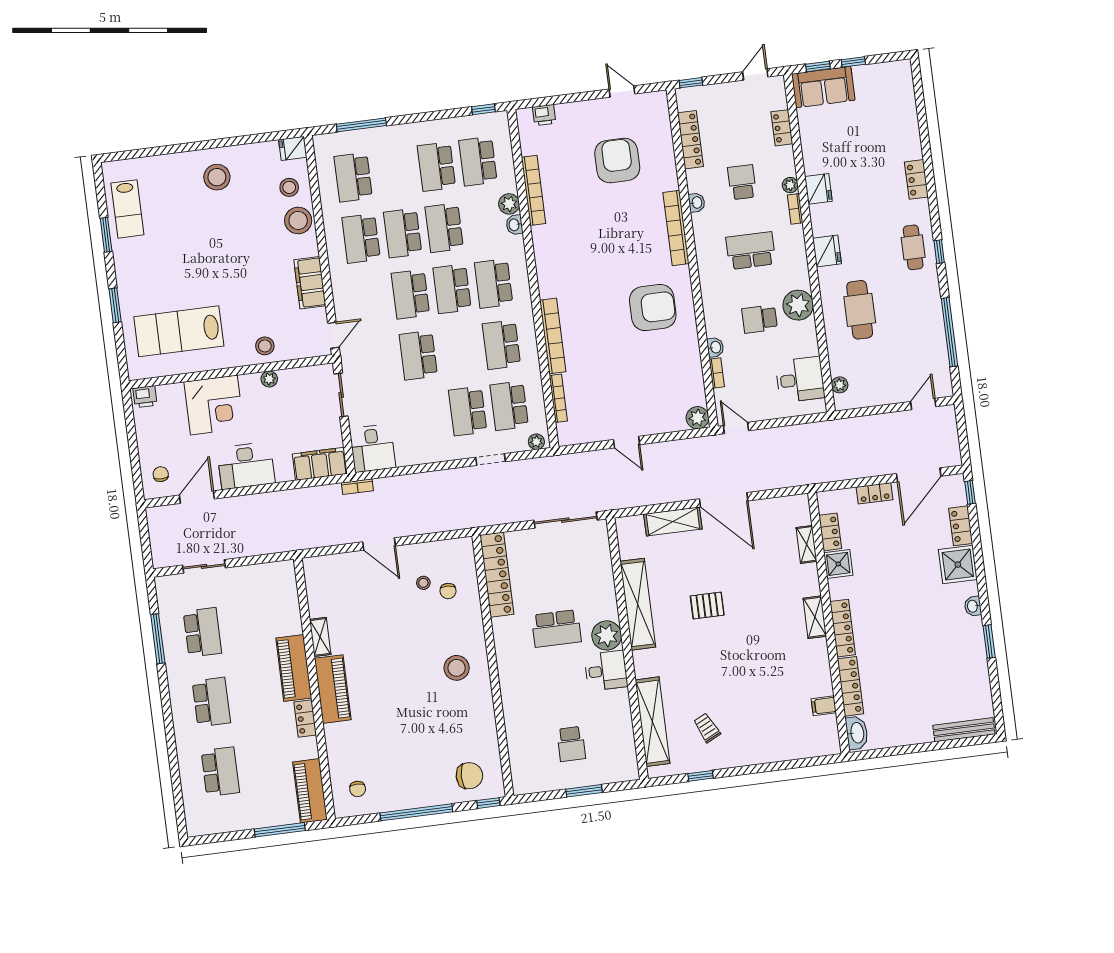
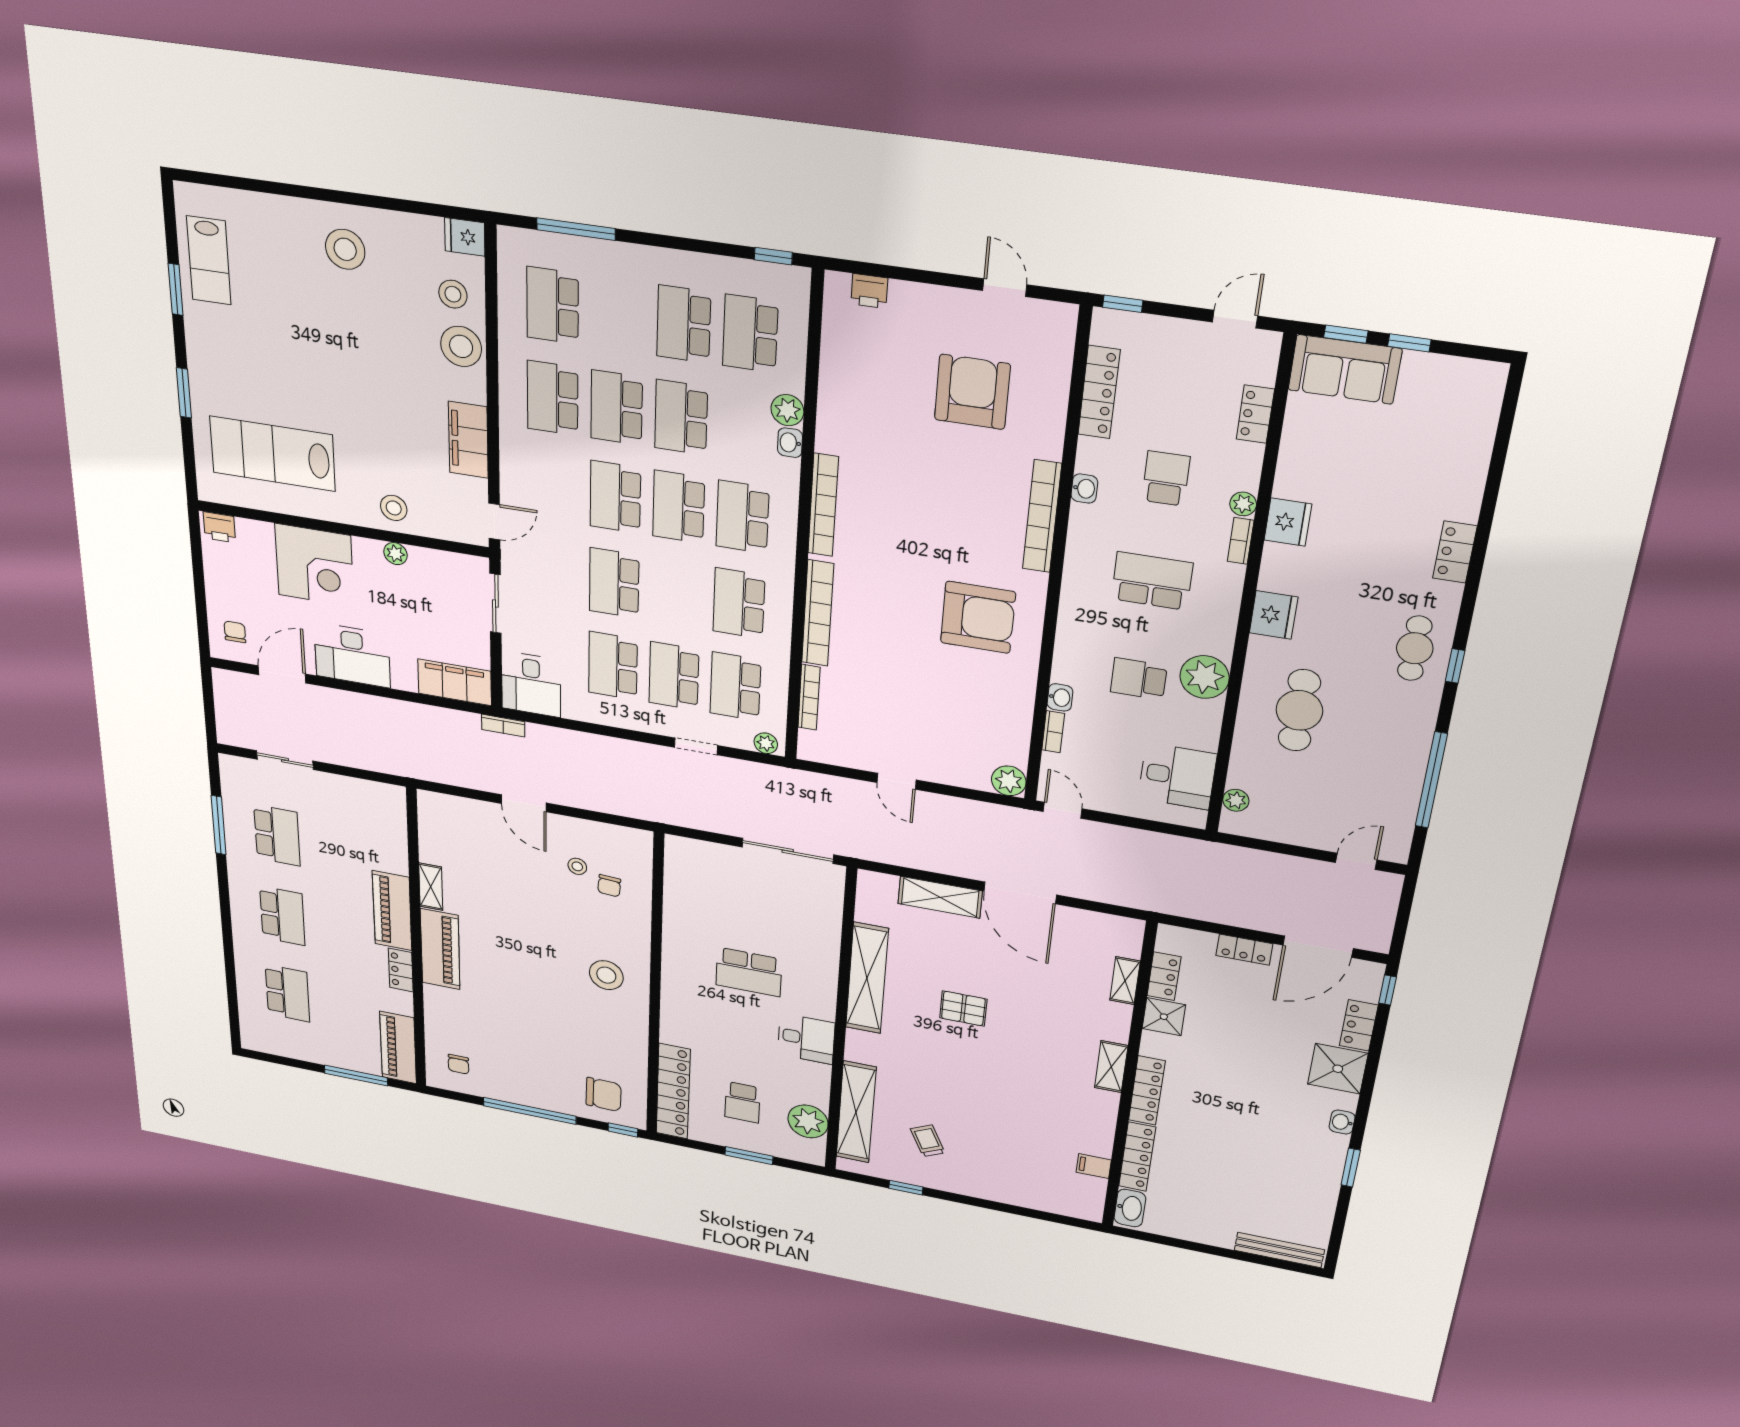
bookcase: (533, 190) -> (823, 505), moved
school desk: (426, 416) -> (613, 666), added
locker: (497, 575) -> (673, 1091), moved
plant: (607, 635) -> (808, 1121), moved

